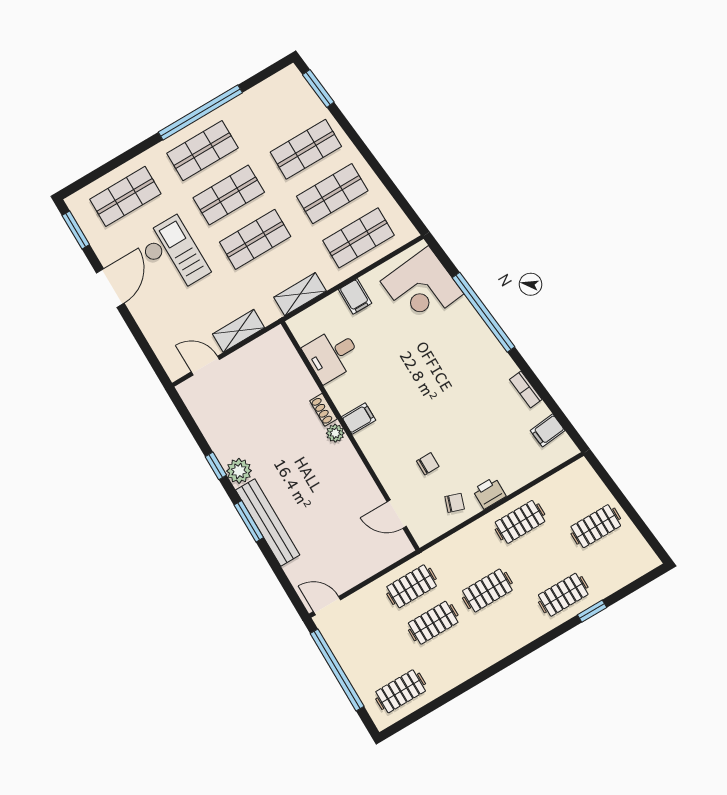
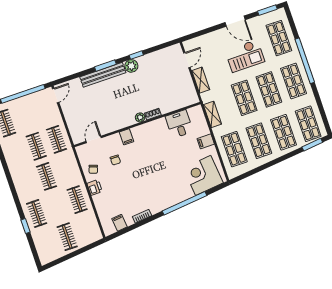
shop shelf: (280, 105) -> (308, 124), added
window: (200, 112) -> (305, 61), moved
filing cabinet: (359, 419) -> (127, 137), moved

